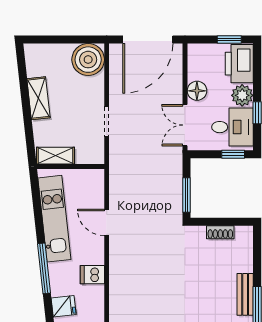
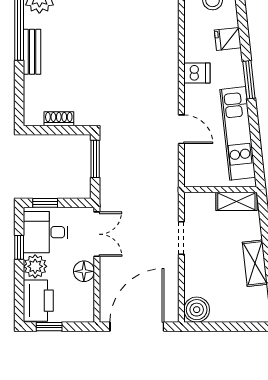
boiler: (88, 60) -> (197, 310), width x0.73, depth x0.73
window: (44, 268) -> (249, 80), width x0.69

